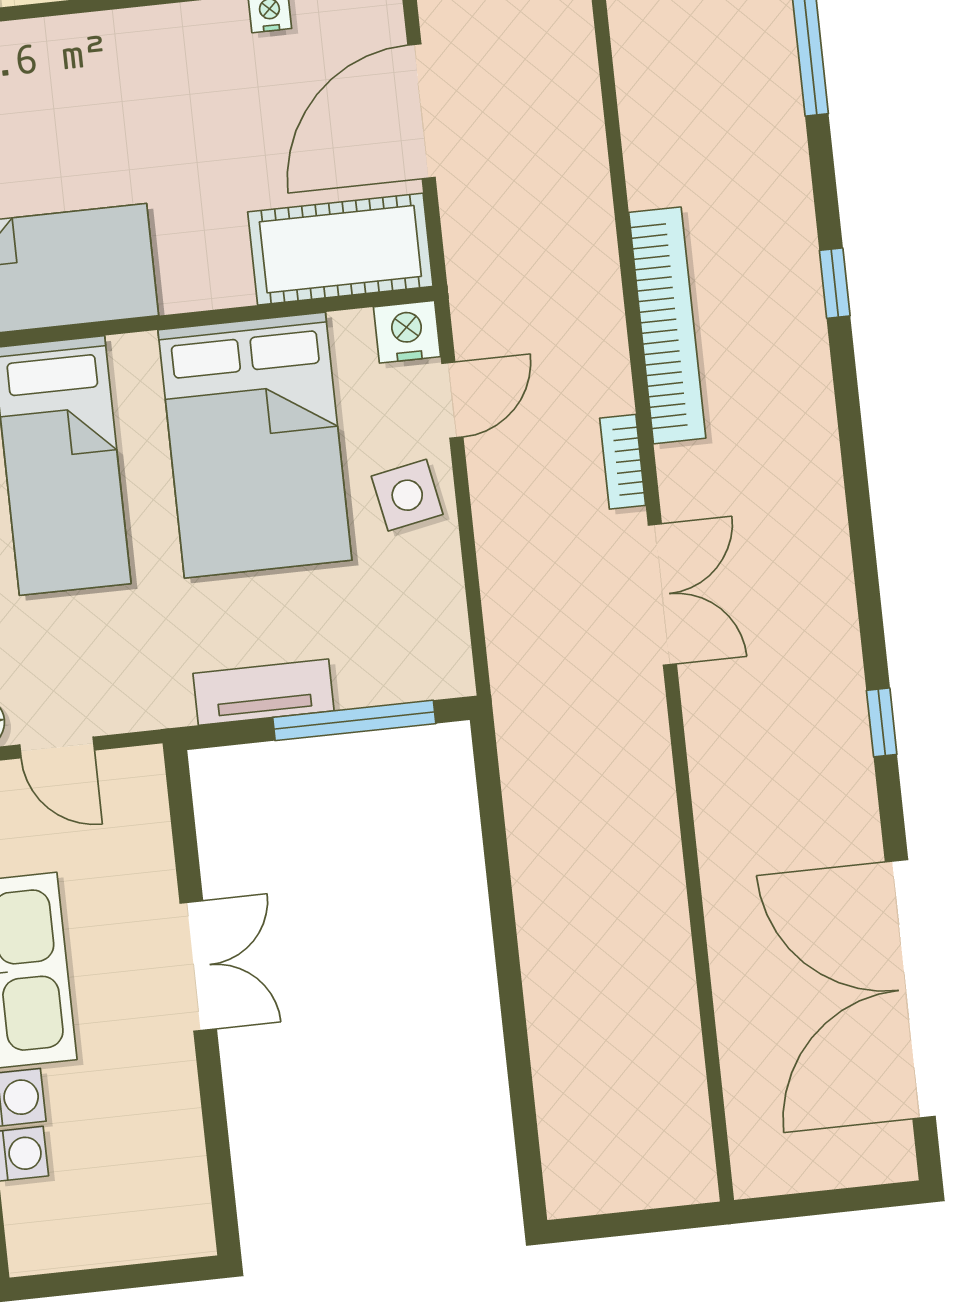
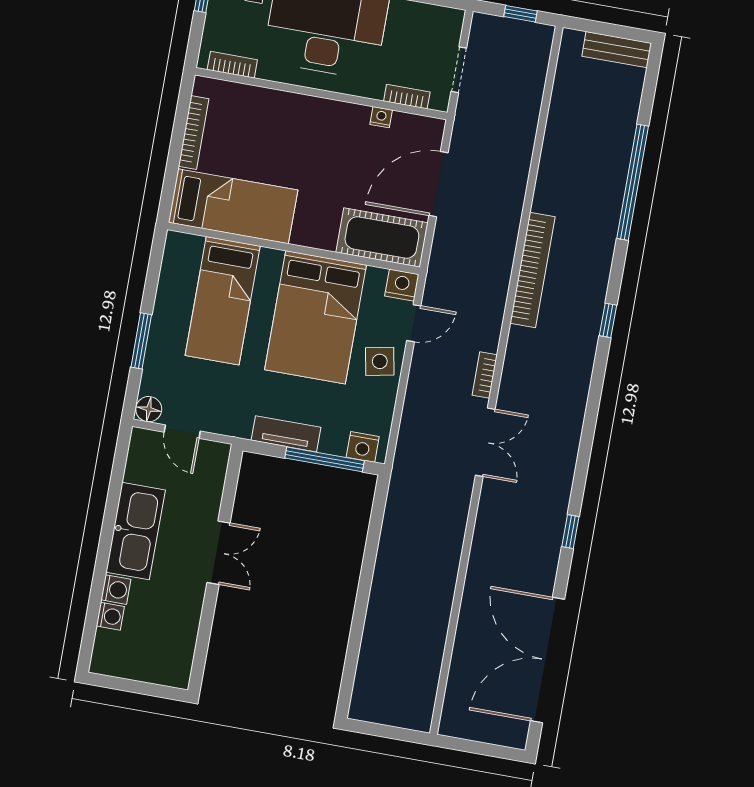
bookcase: (667, 325) -> (533, 270), moved
nightstand: (423, 674) -> (363, 447), added

